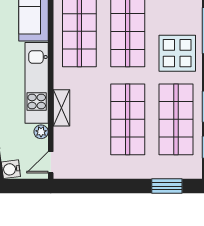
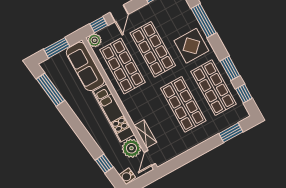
shelving: (62, 108) -> (145, 134), moved
plant: (41, 132) -> (131, 148), width x1.88, depth x1.88

